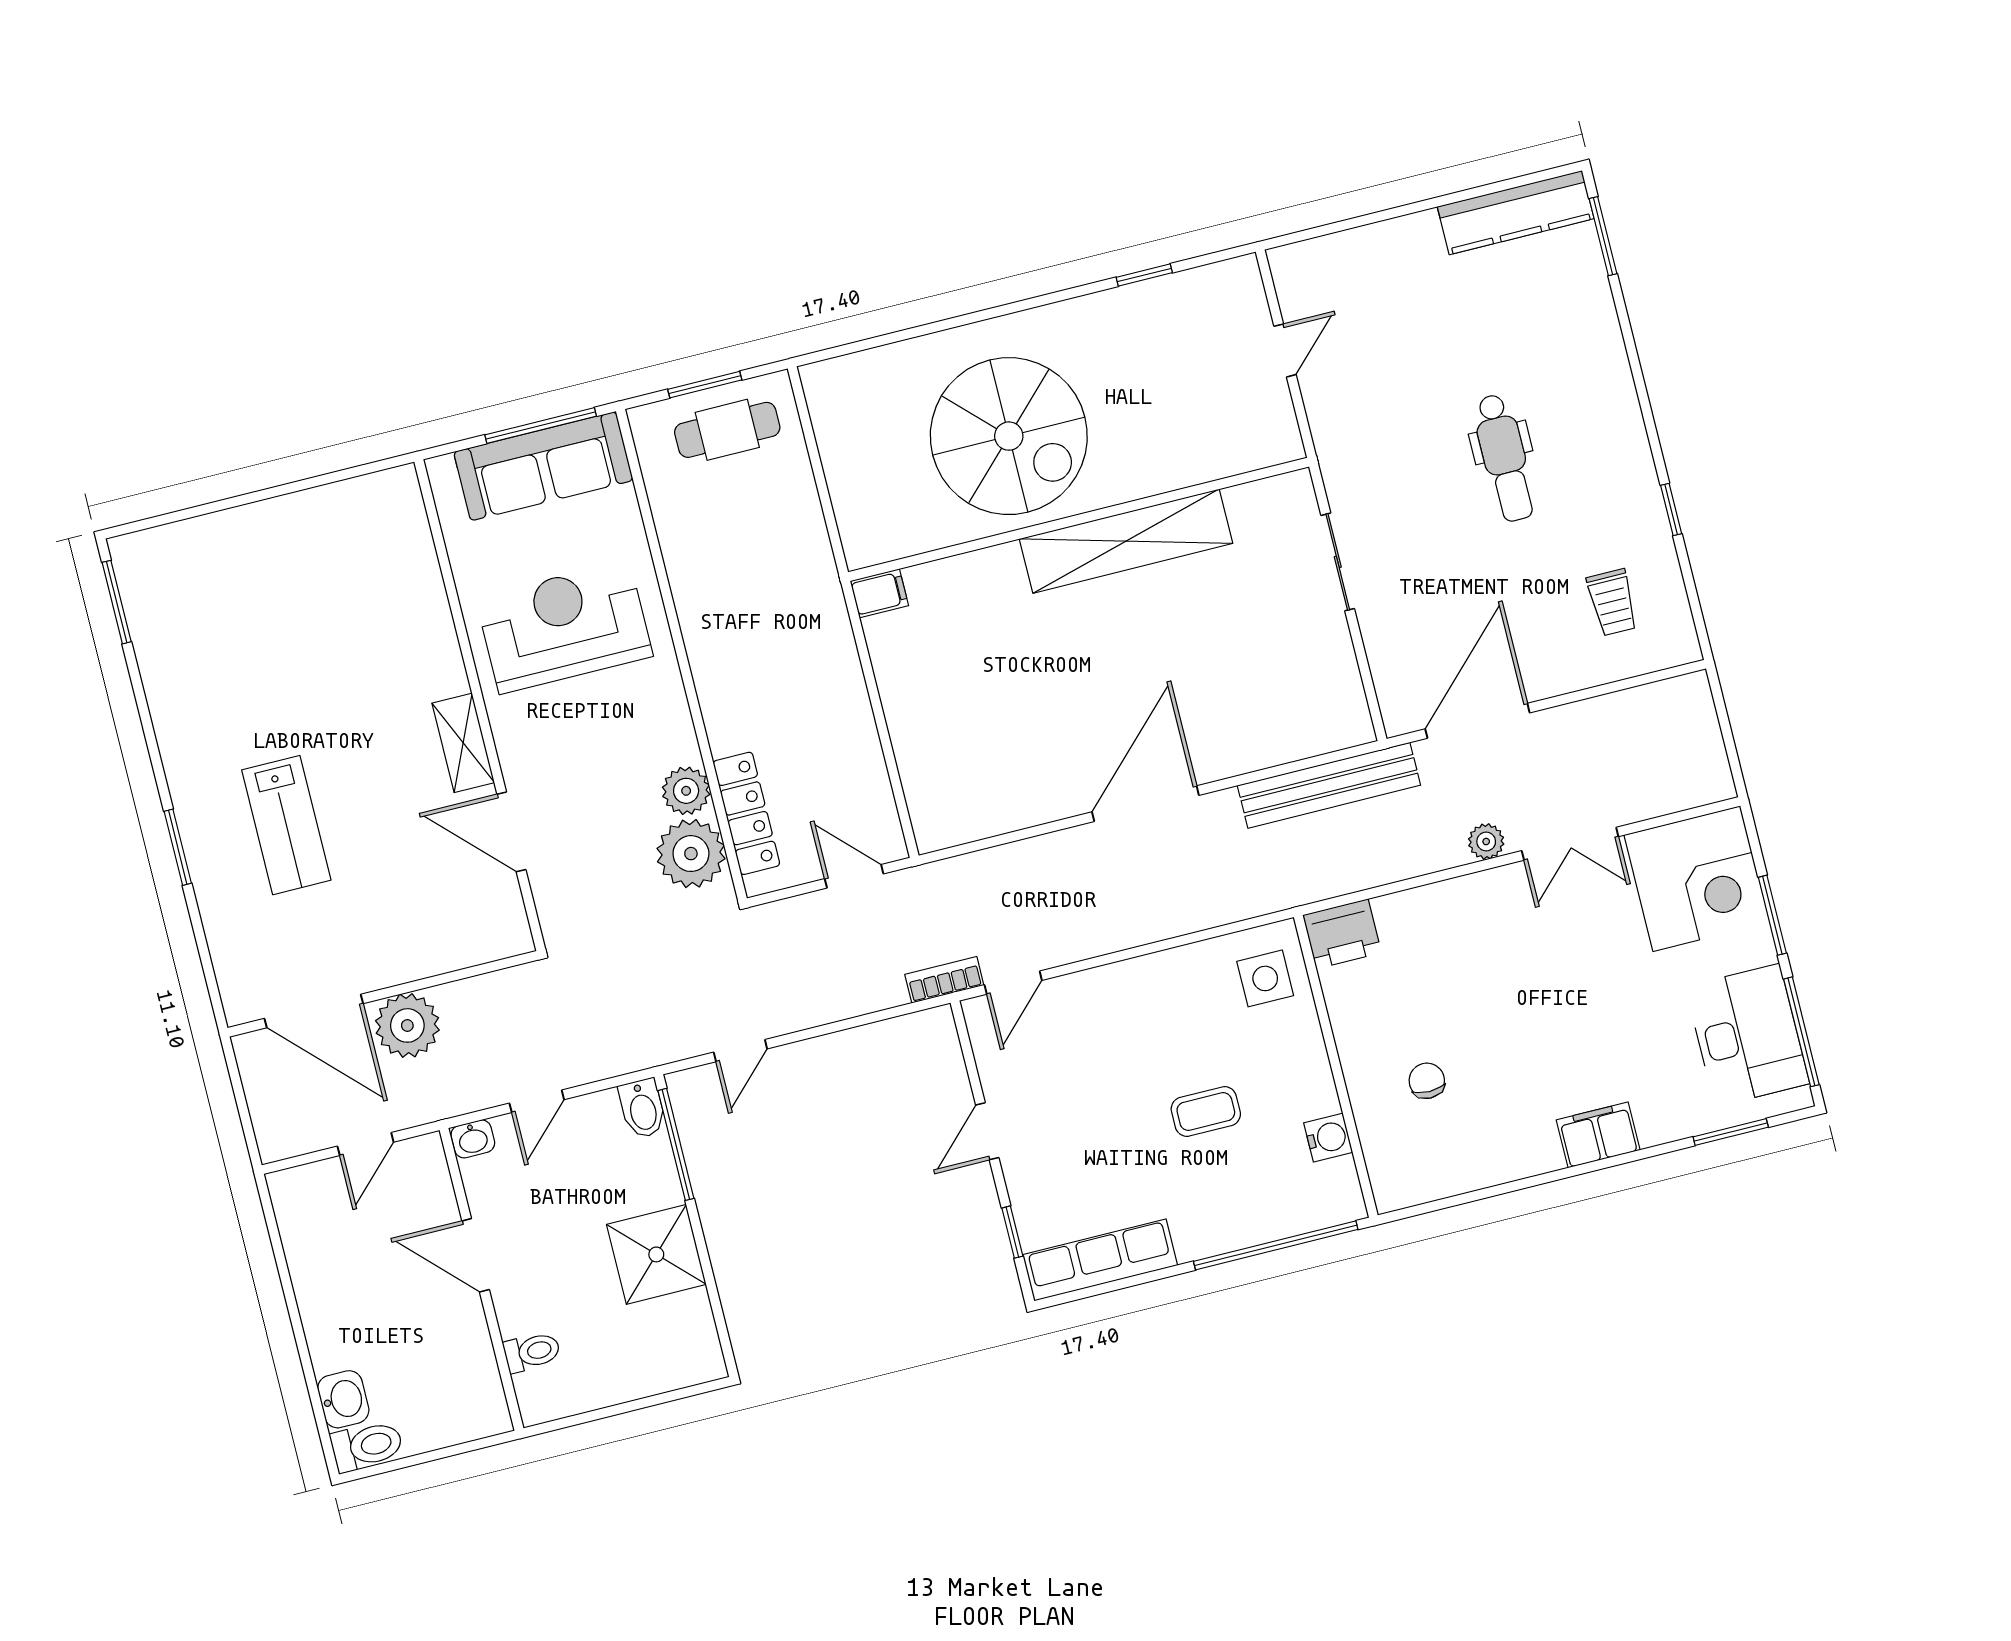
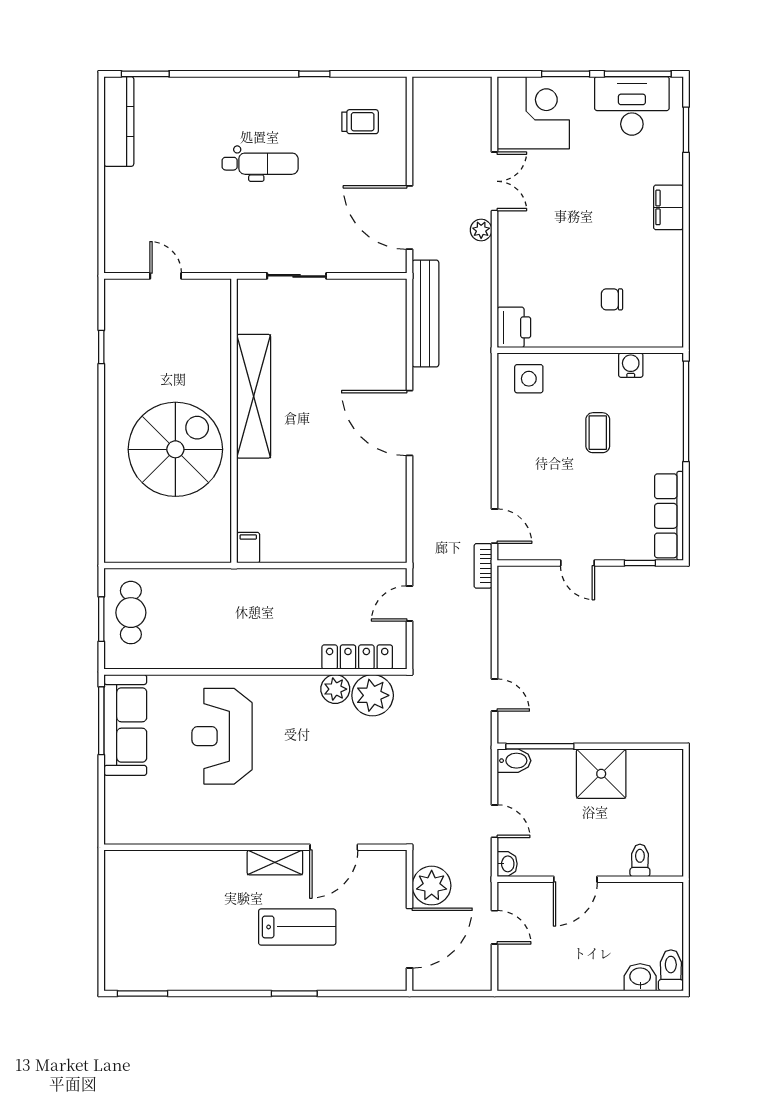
wall: (480, 705) -> (255, 847), moved
shelving: (463, 743) -> (275, 862), moved
door: (511, 832) -> (334, 847), moved

